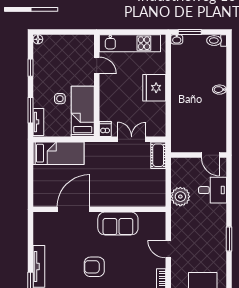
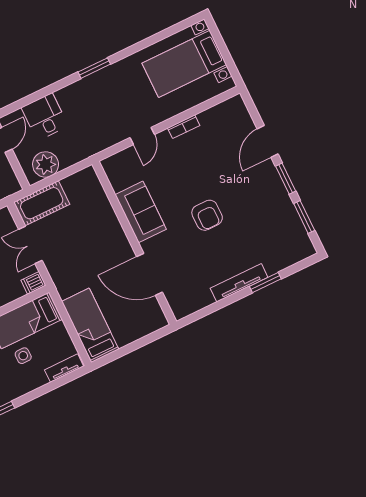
window: (30, 110) -> (55, 384), removed
cot: (158, 155) -> (42, 203), width x1.37, depth x1.34
plant: (180, 197) -> (46, 164), moved

